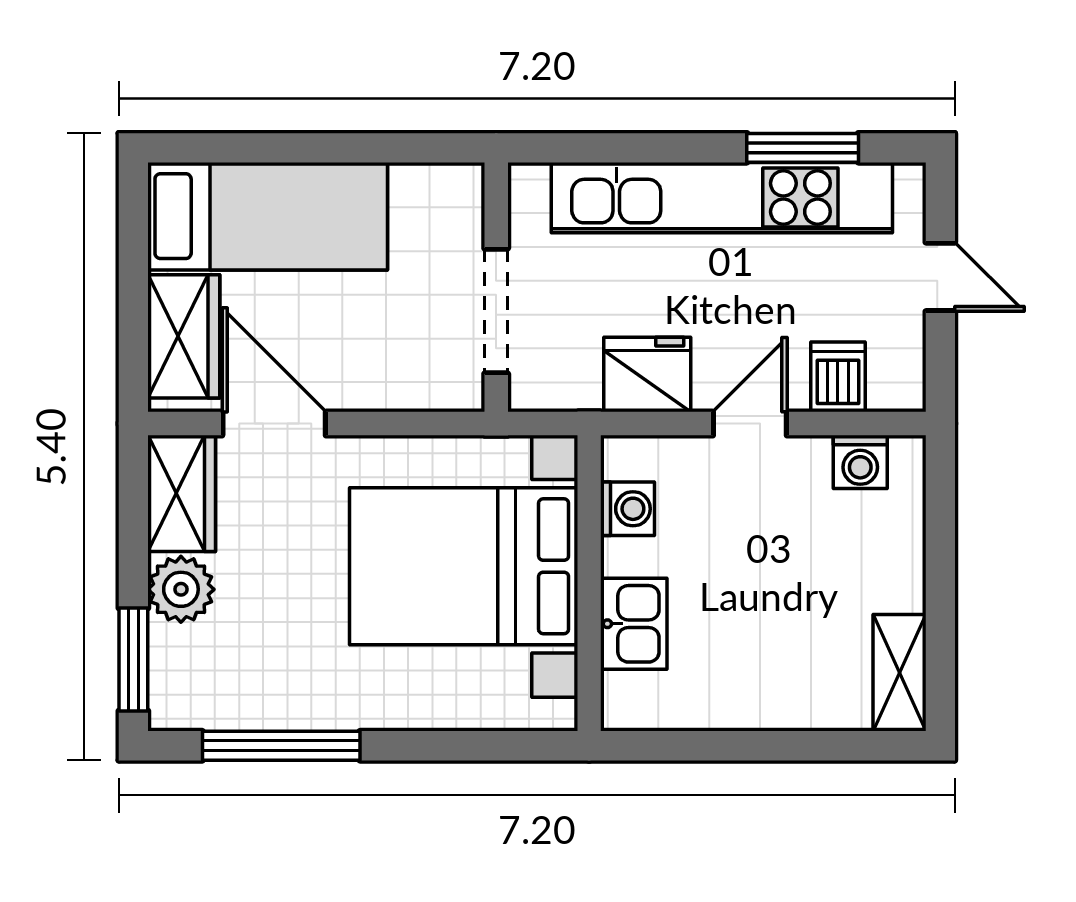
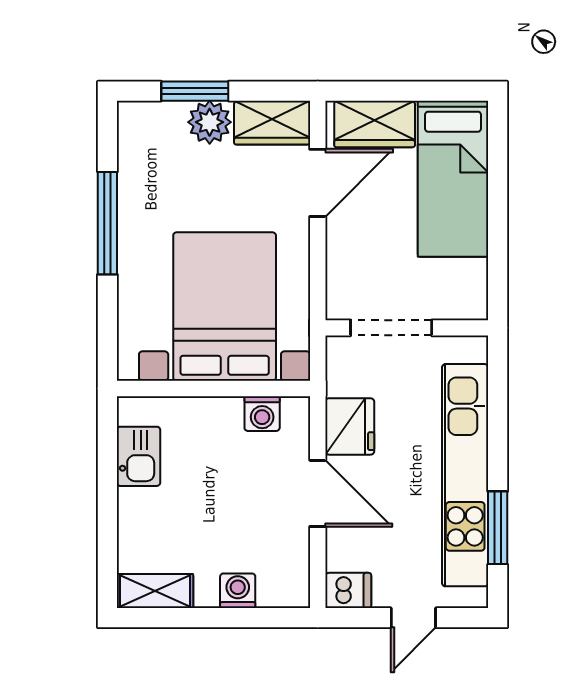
dishwasher: (838, 377) -> (348, 590), moved
door: (750, 424) -> (318, 493), width x1.38
washing machine: (860, 462) -> (238, 591), moved, turned 90
kitchen sink: (634, 624) -> (139, 456), moved, turned -90
window: (133, 659) -> (195, 91), moved
window: (281, 746) -> (107, 223), moved

